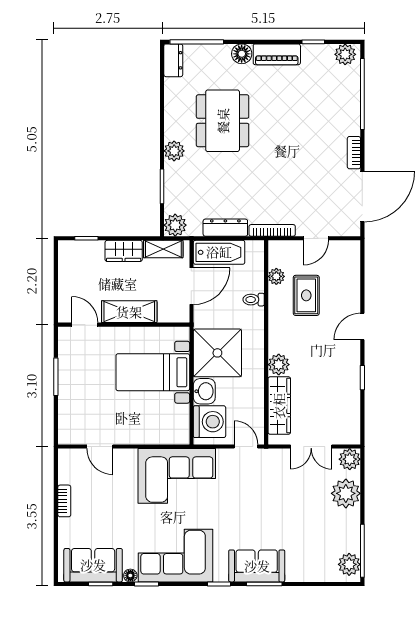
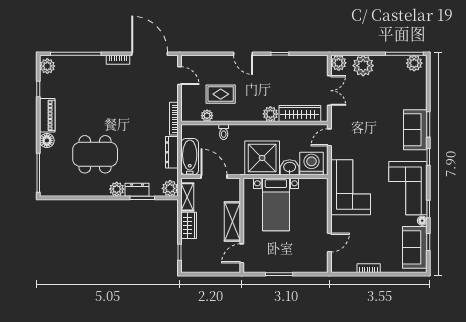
dresser: (173, 60) -> (137, 190), moved
door: (316, 238) -> (180, 76), moved

